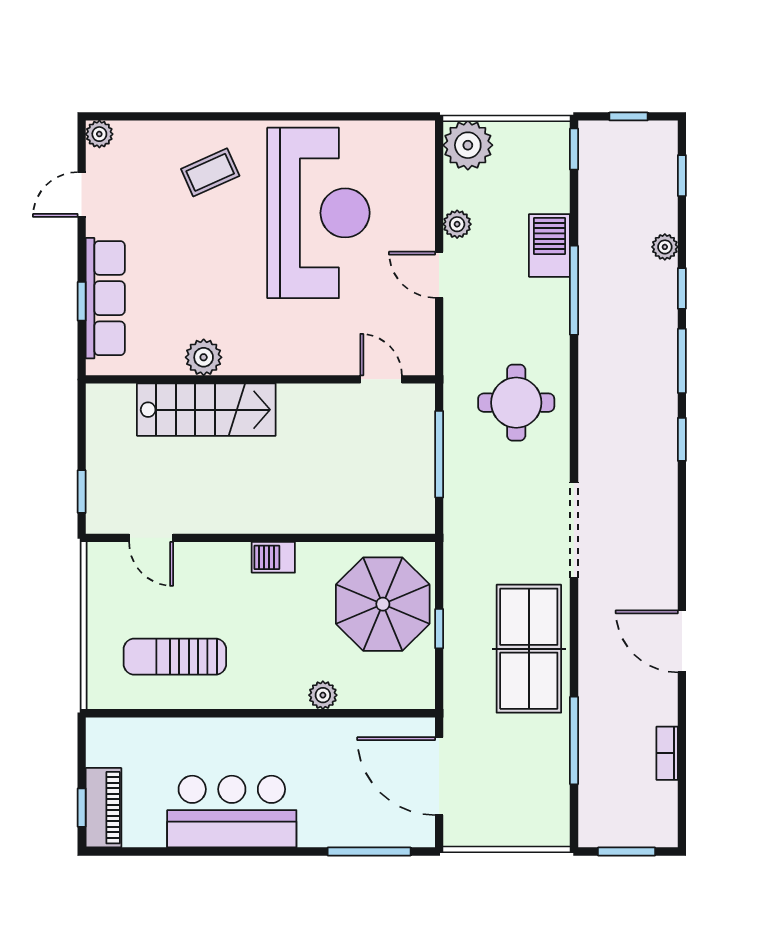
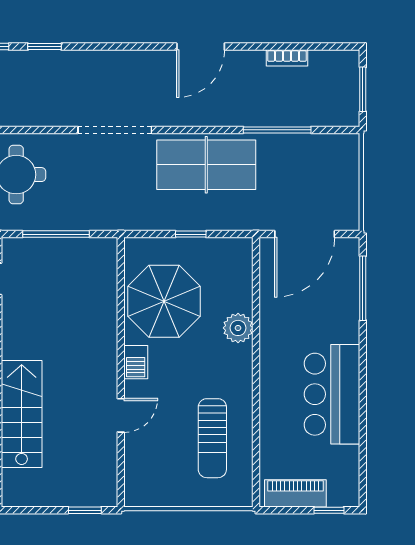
door: (151, 538) -> (121, 415), moved
parasol: (383, 604) -> (164, 301), moved
plant: (323, 695) -> (238, 328), width x1.38, depth x1.38
piano: (104, 808) -> (295, 493), moved

